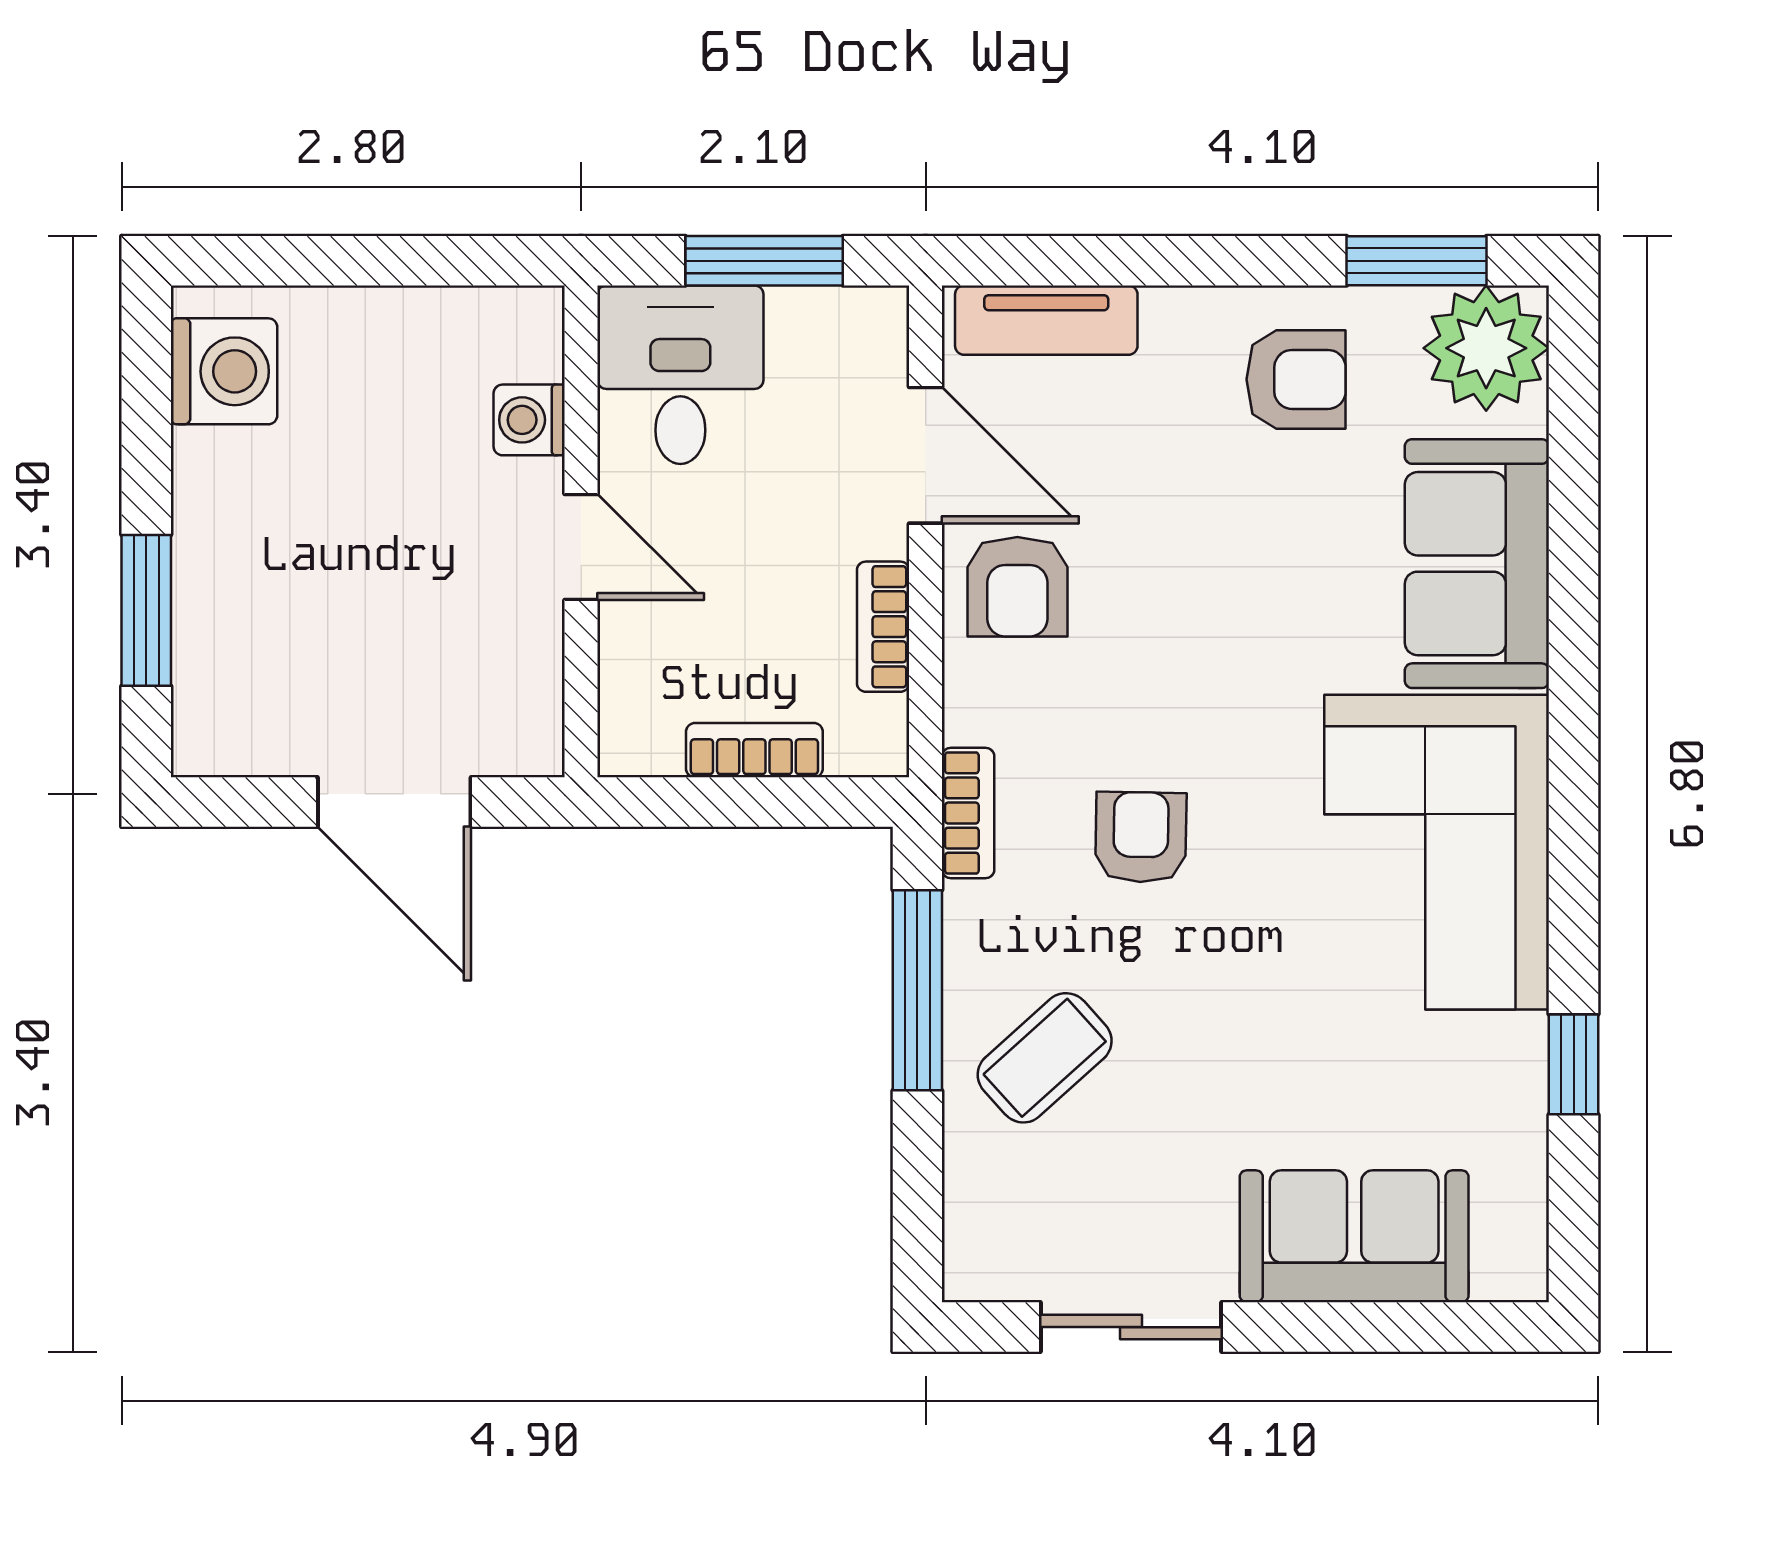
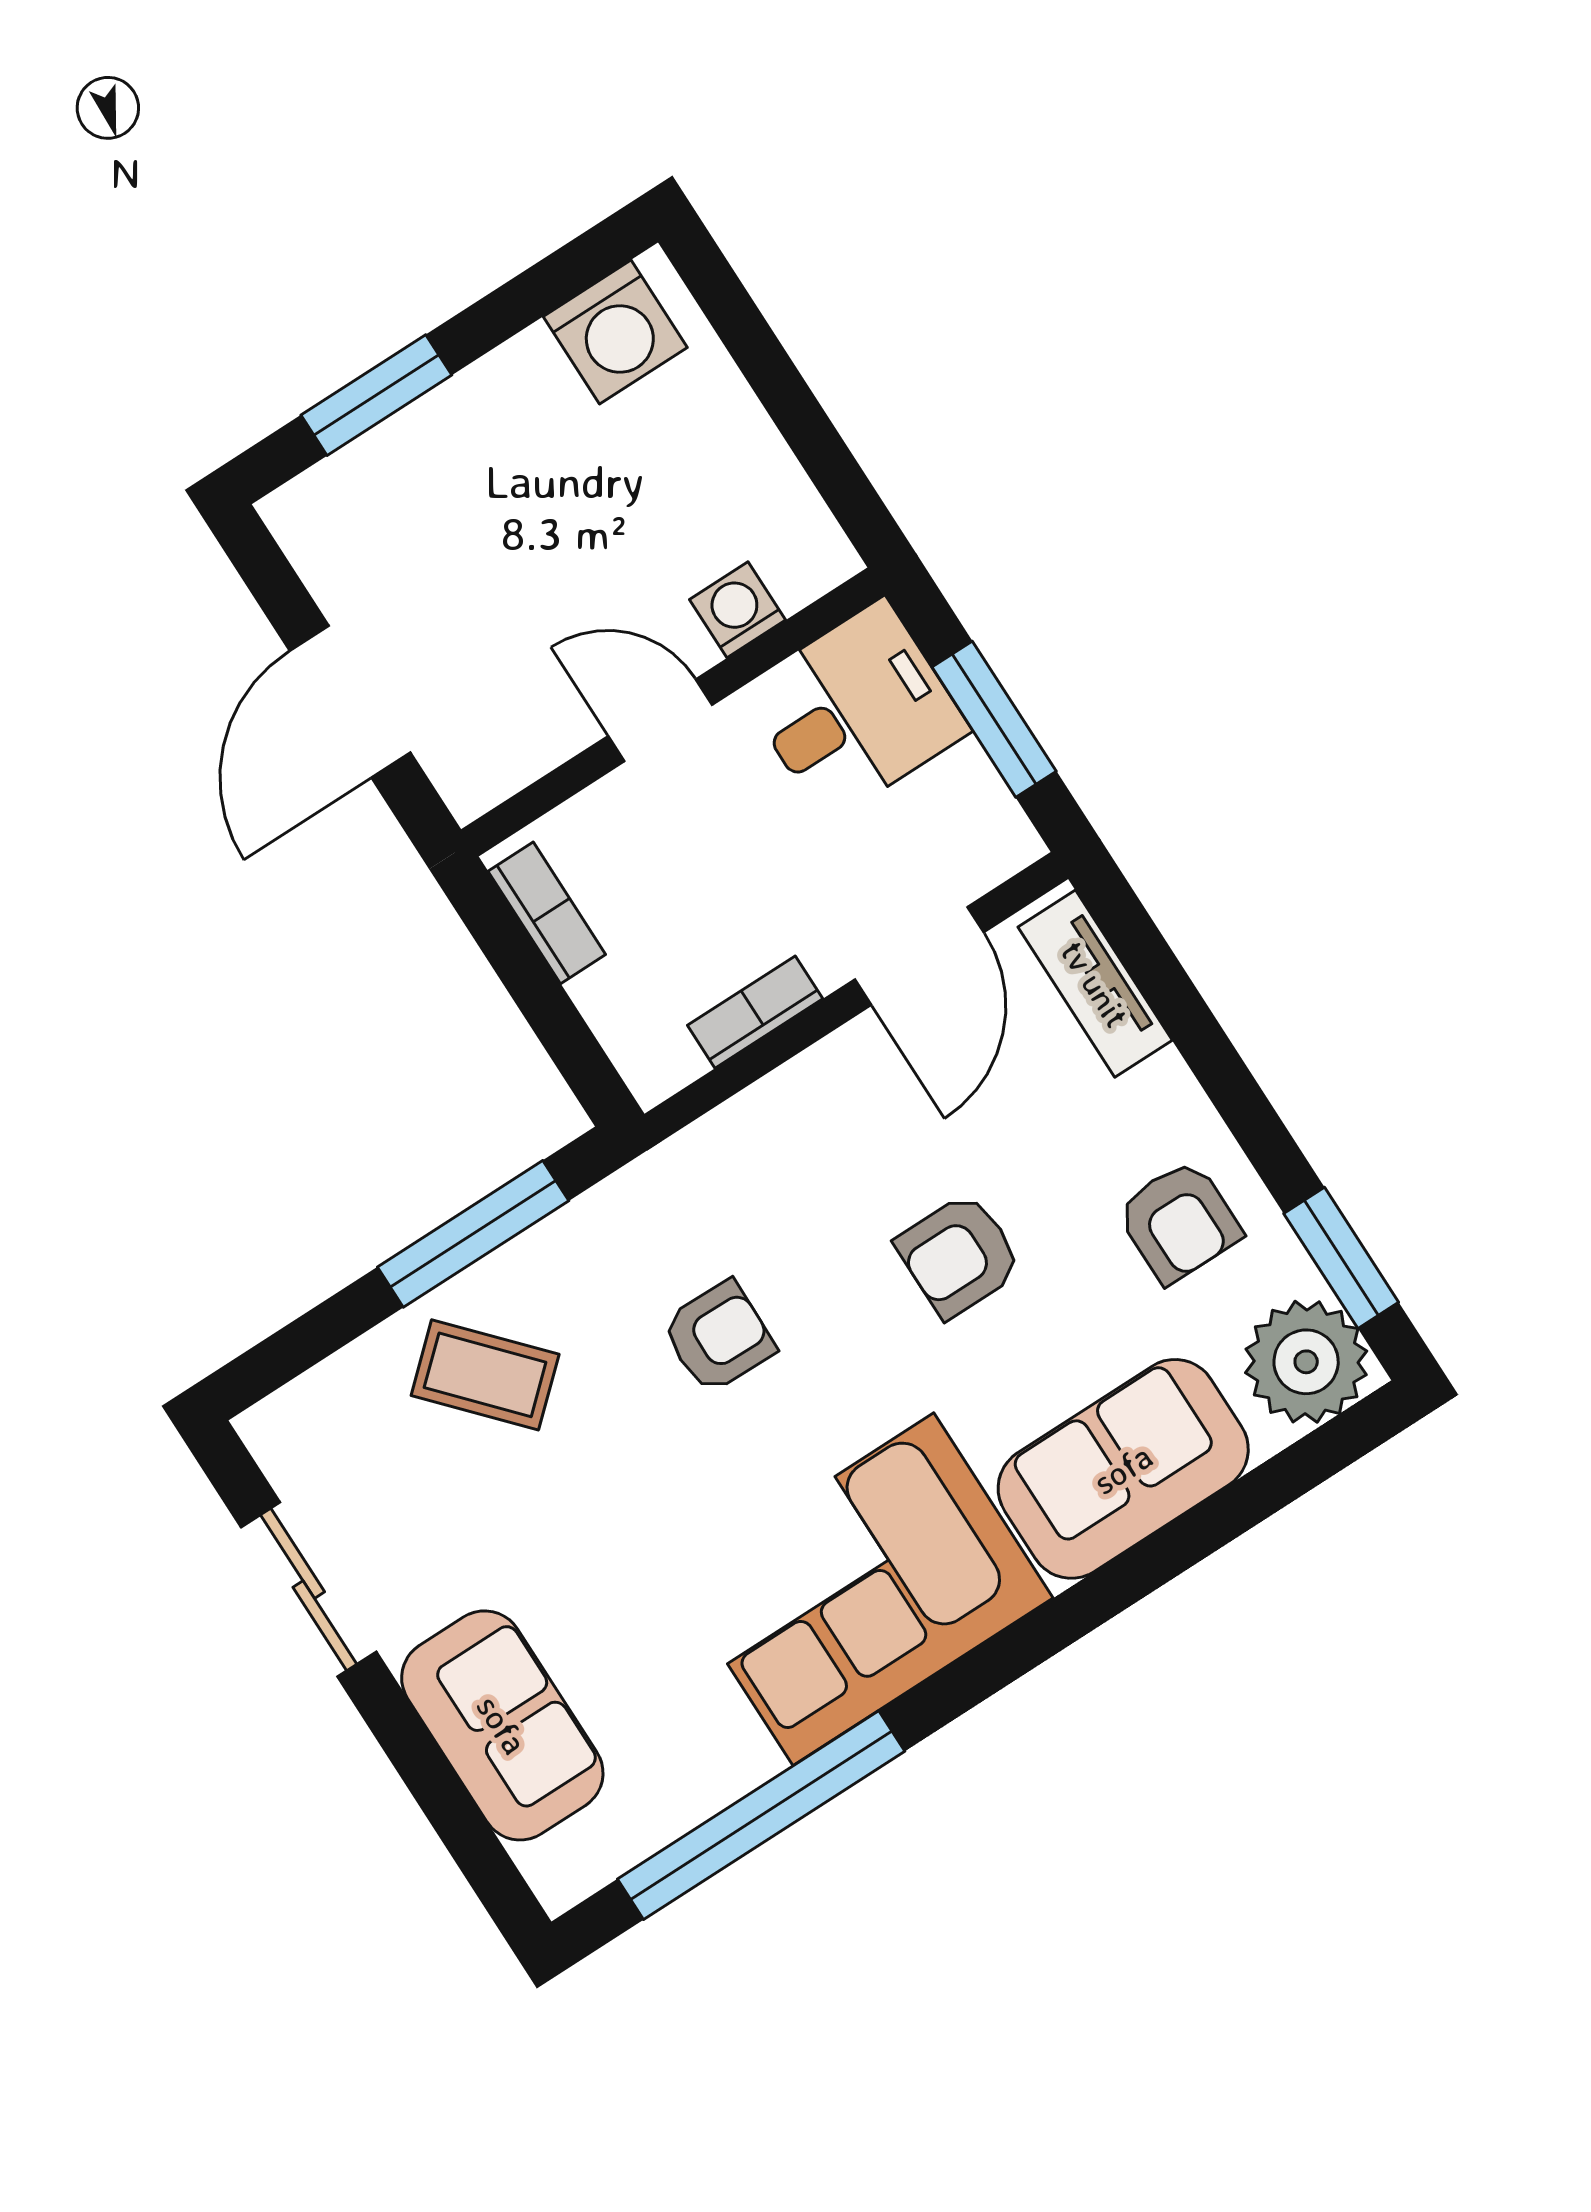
door: (581, 547) -> (660, 720), swing flipped
armchair: (1017, 587) -> (959, 1255), moved
bookcase: (754, 750) -> (547, 913), moved
bookcase: (968, 813) -> (646, 1181), removed
window: (1574, 1064) -> (761, 1815), width x3.17

